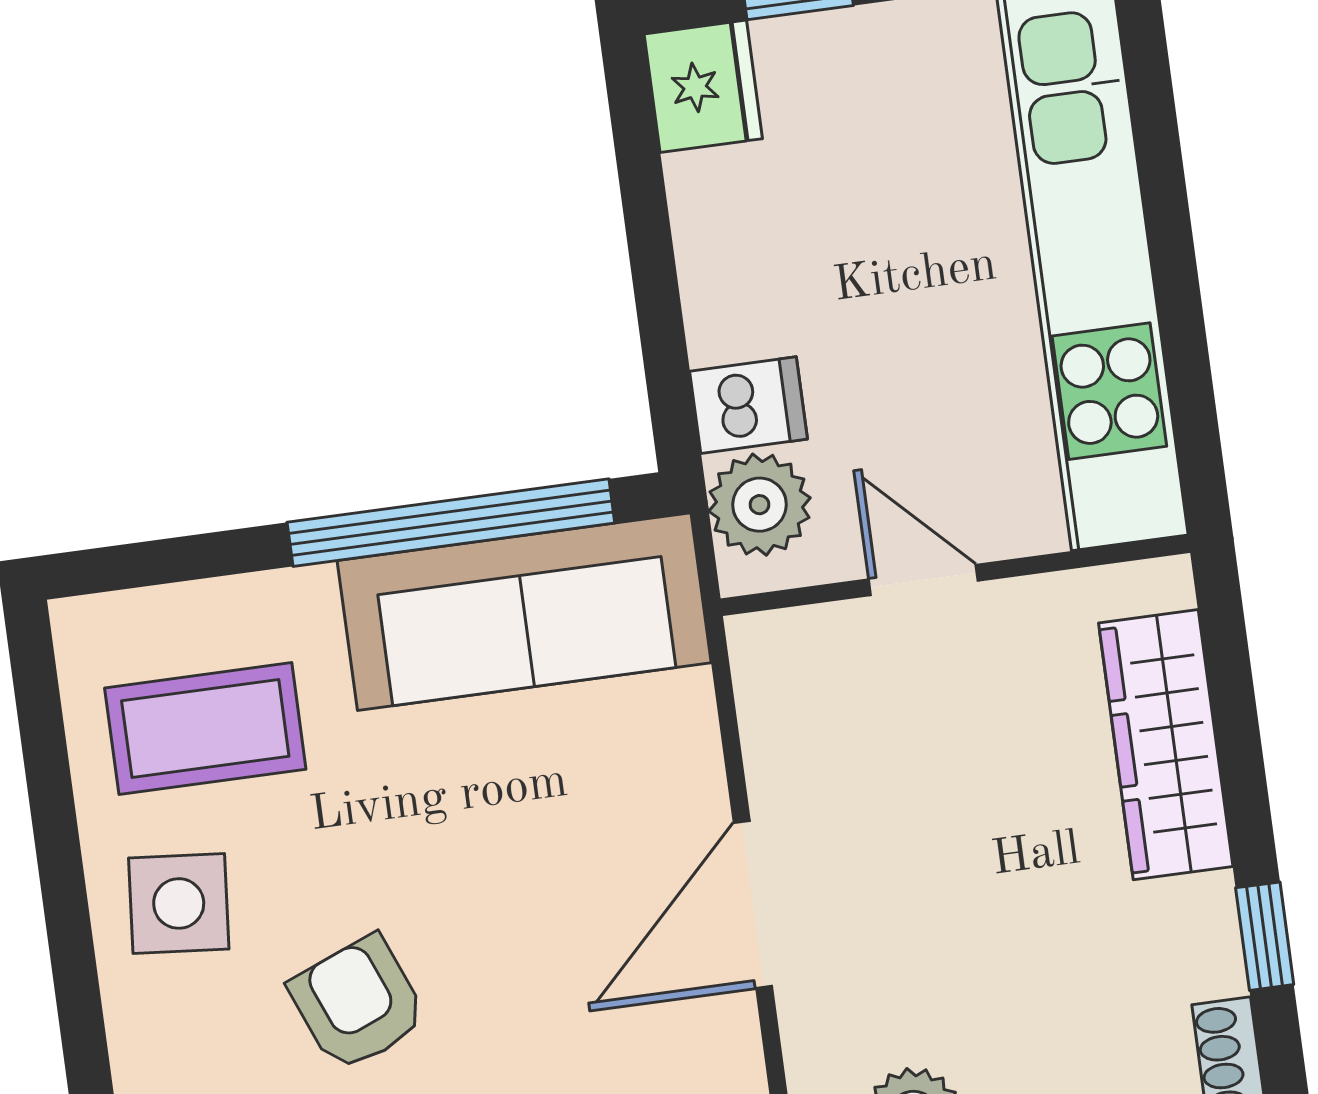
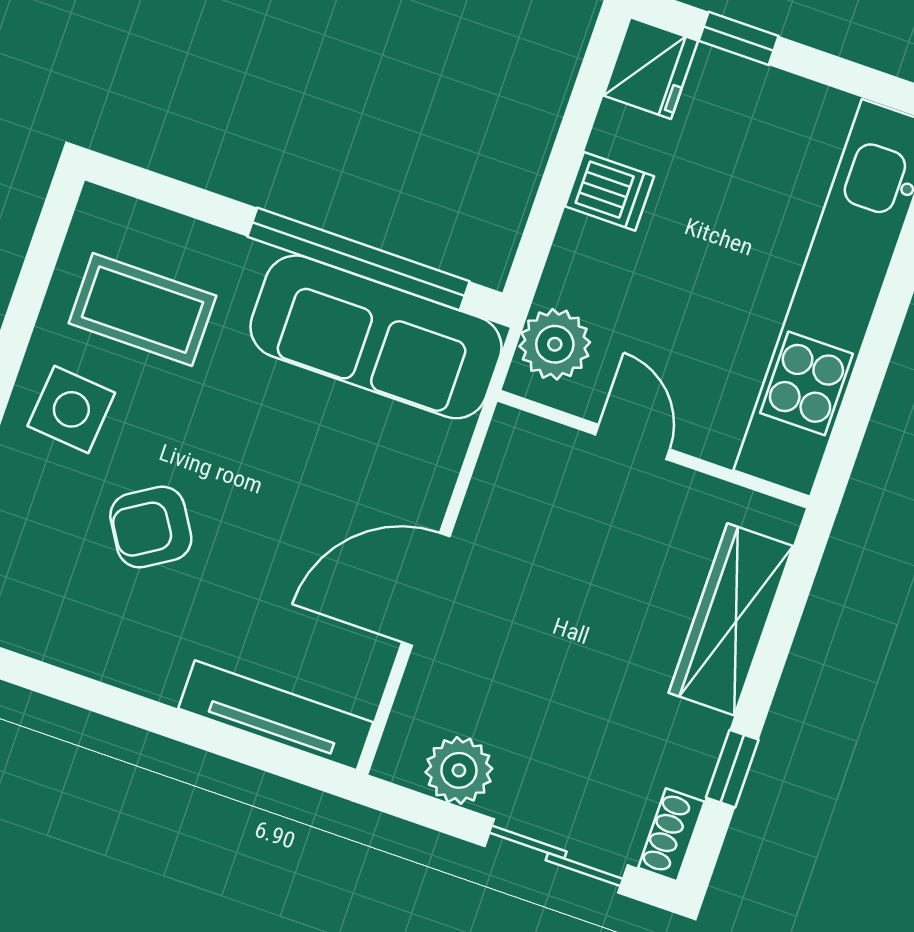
dishwasher: (749, 405) -> (610, 191), moved
armchair: (358, 1003) -> (151, 527), turned -100

